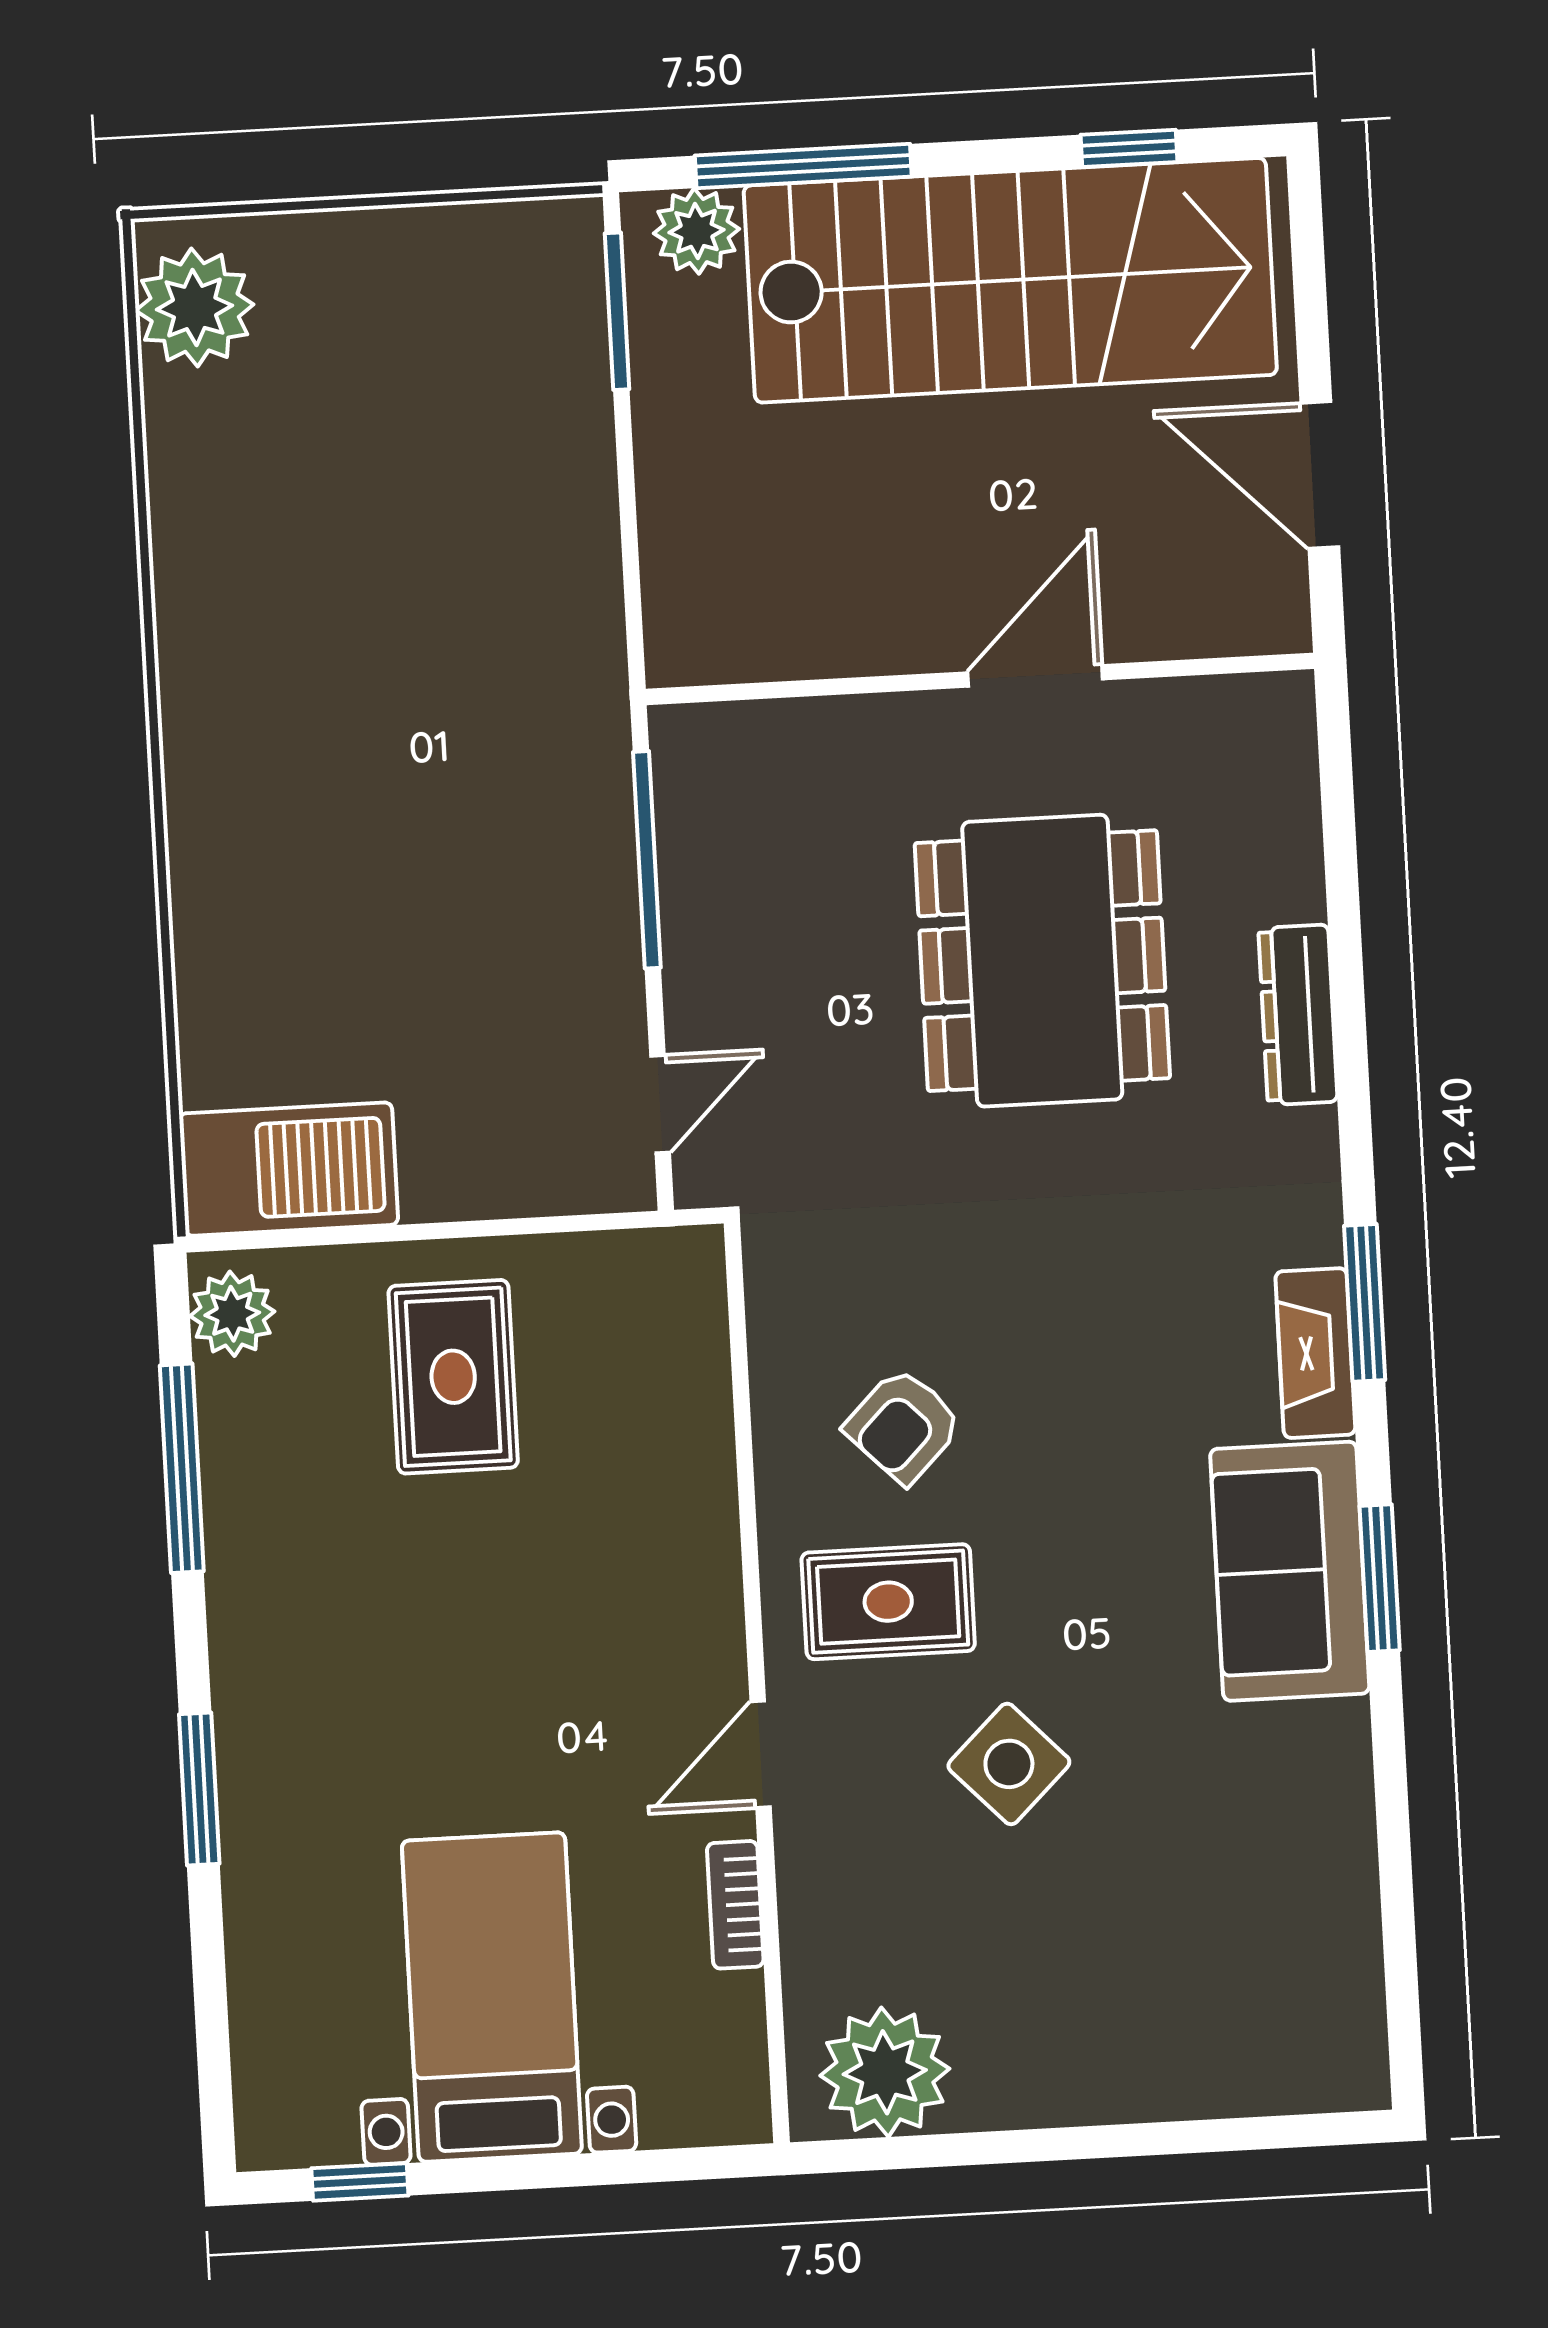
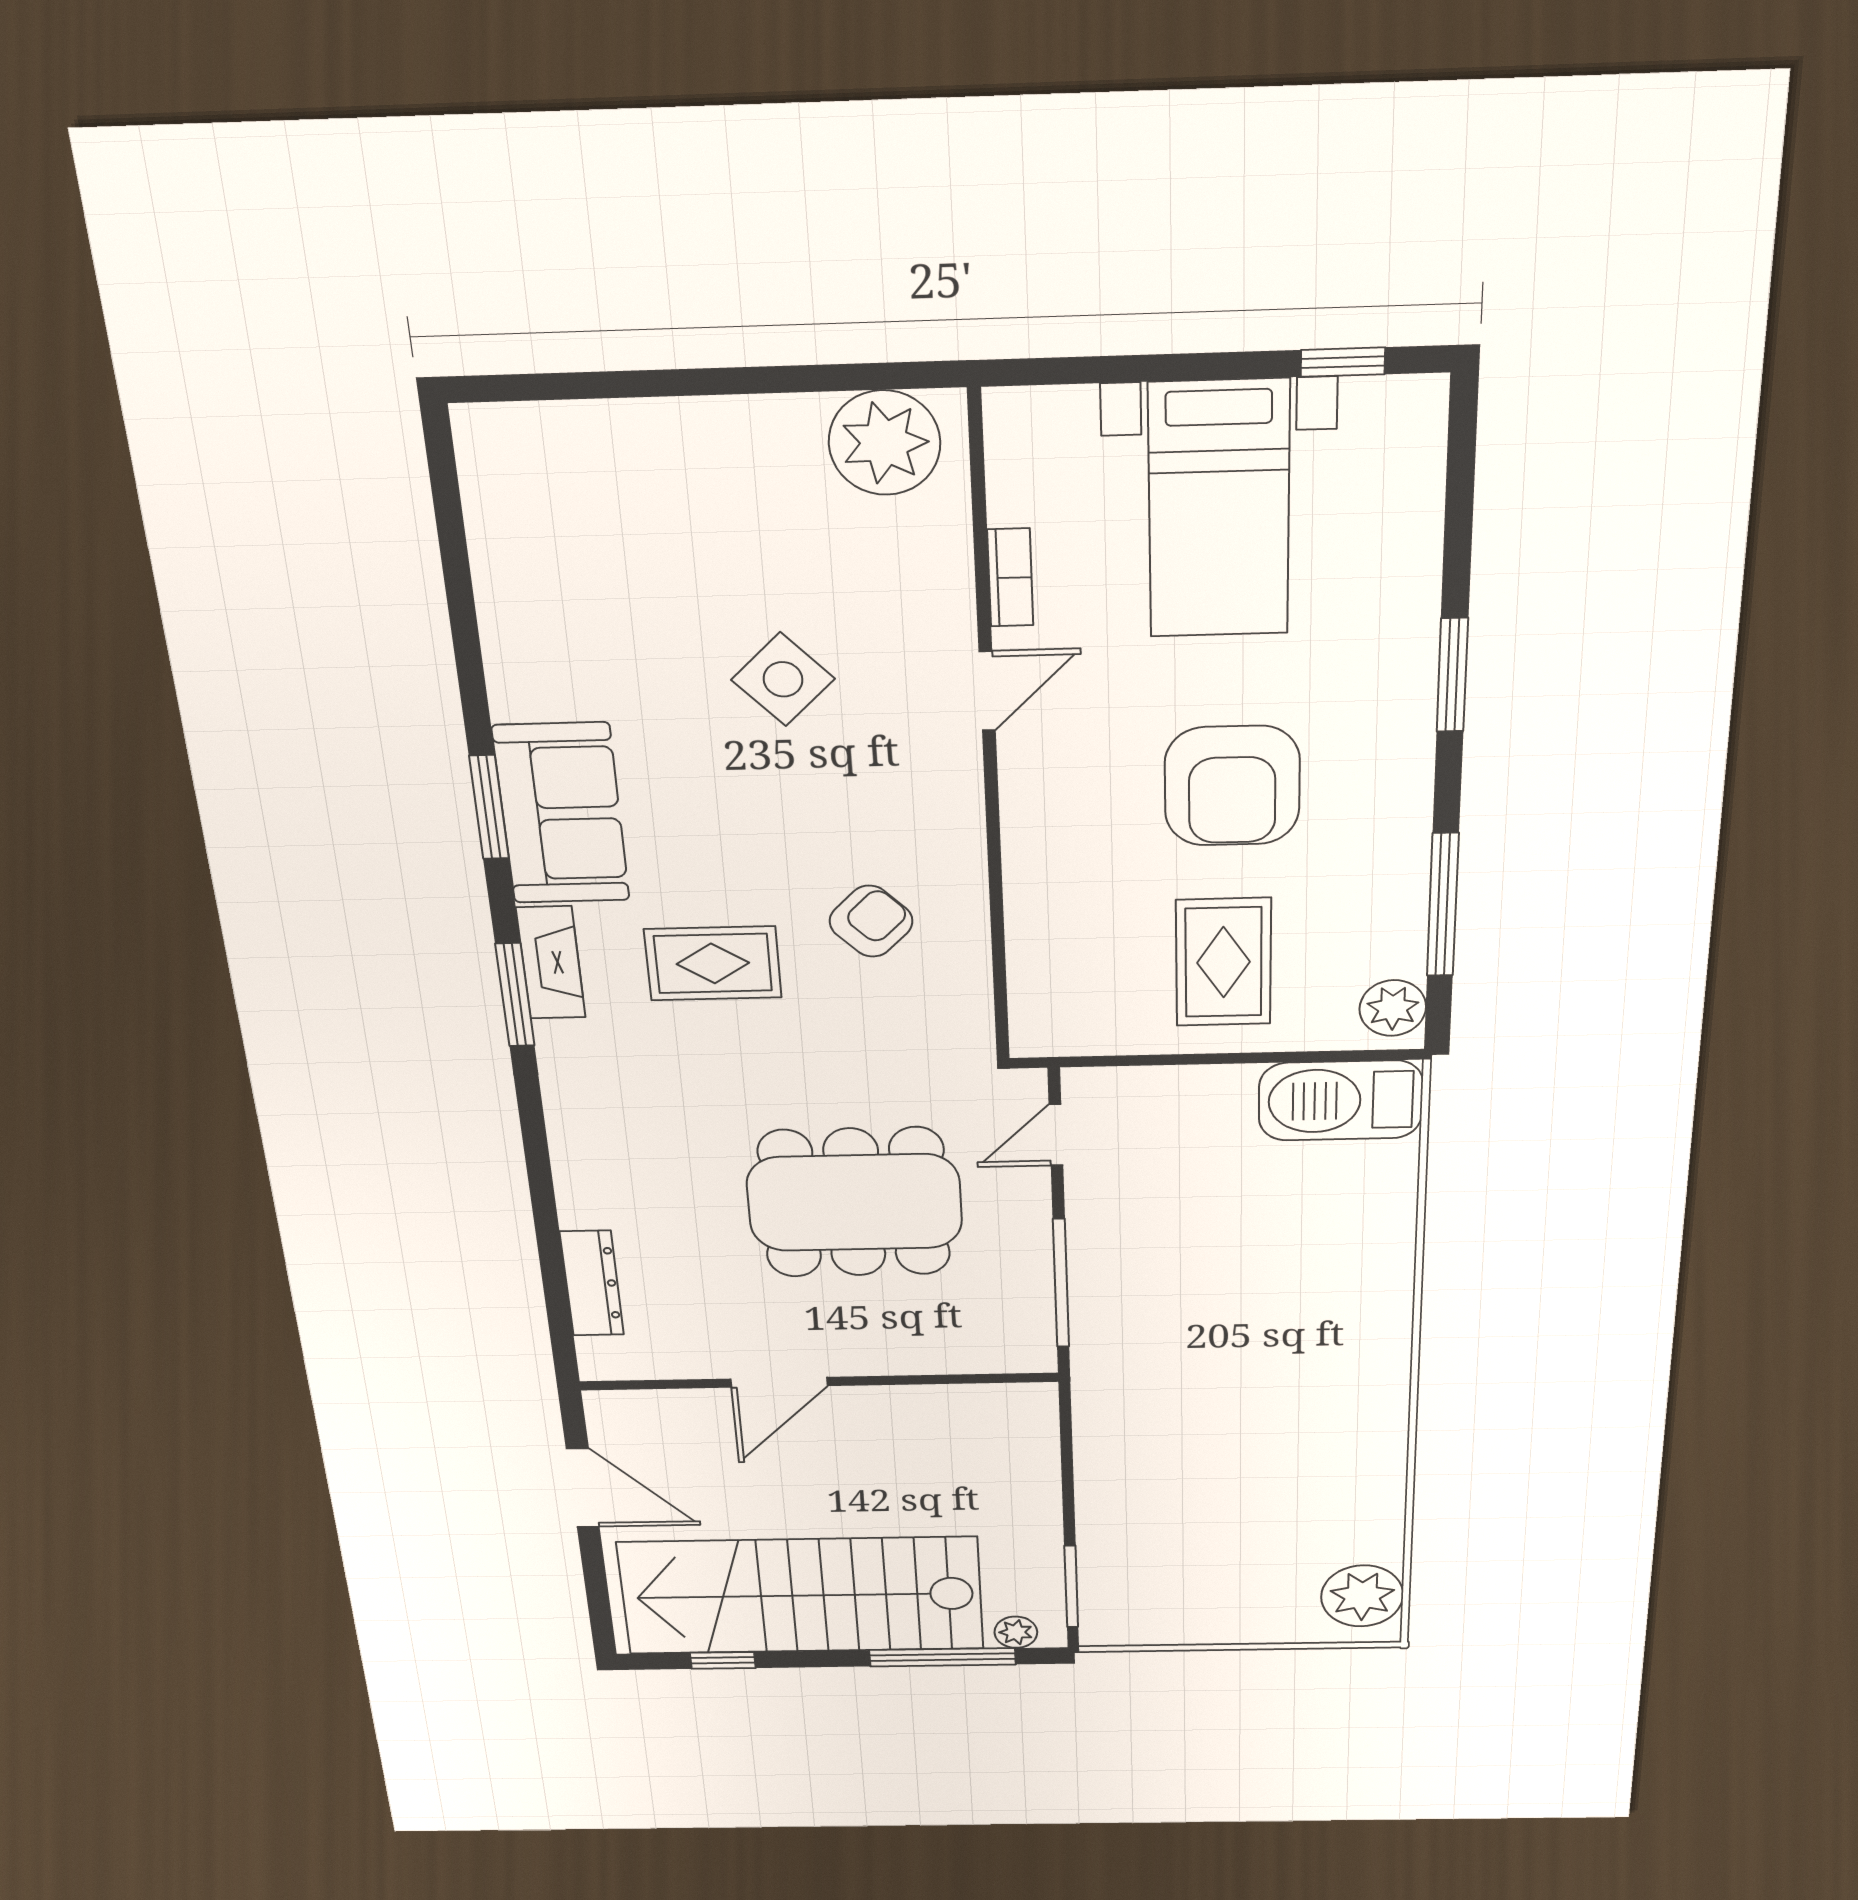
plant: (696, 231) -> (1016, 1632), width x0.73, depth x0.73
dining table: (1042, 961) -> (854, 1203), moved, turned 90
dresser: (1298, 1015) -> (592, 1283), moved
rug: (888, 1602) -> (713, 963), moved
armchair: (456, 1631) -> (1232, 786), added

